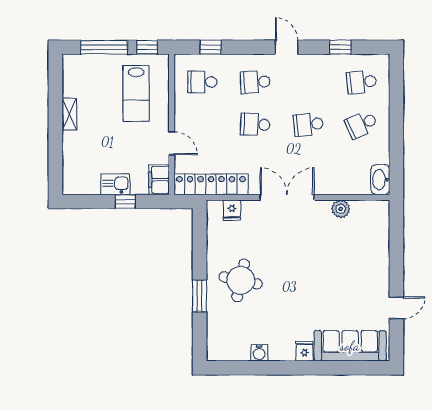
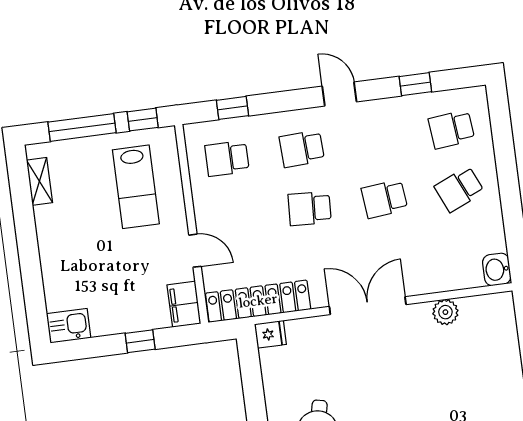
shelving: (69, 114) -> (39, 181), moved
washbasin: (380, 180) -> (497, 269), width x0.72
kitchen sink: (115, 184) -> (69, 326), moved
fridge: (232, 210) -> (270, 334), moved, turned -90

